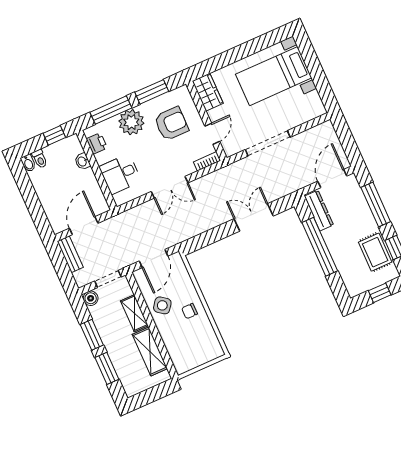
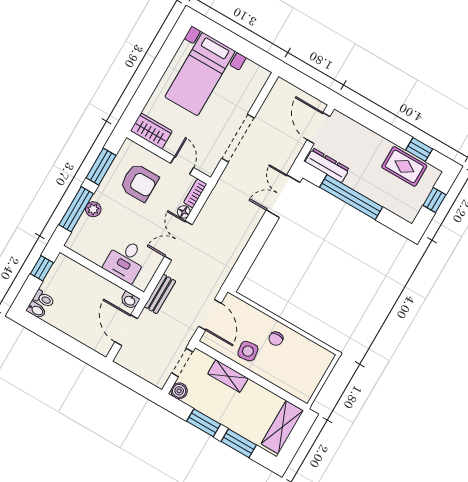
plant: (131, 122) -> (93, 209), width x0.53, depth x0.53
armchair: (171, 124) -> (139, 183), turned 90
printer: (97, 143) -> (85, 248), removed
washbasin: (82, 161) -> (130, 300), moved
floor lamp: (189, 169) -> (184, 212), added
double door: (170, 187) -> (178, 240), swing flipped
window: (376, 204) -> (374, 123), removed
double door: (254, 217) -> (283, 196), moved
bench: (70, 254) -> (160, 294), moved, turned 90
side table: (162, 305) -> (248, 351), turned 45
shelving: (150, 351) -> (282, 427), moved, turned 90

